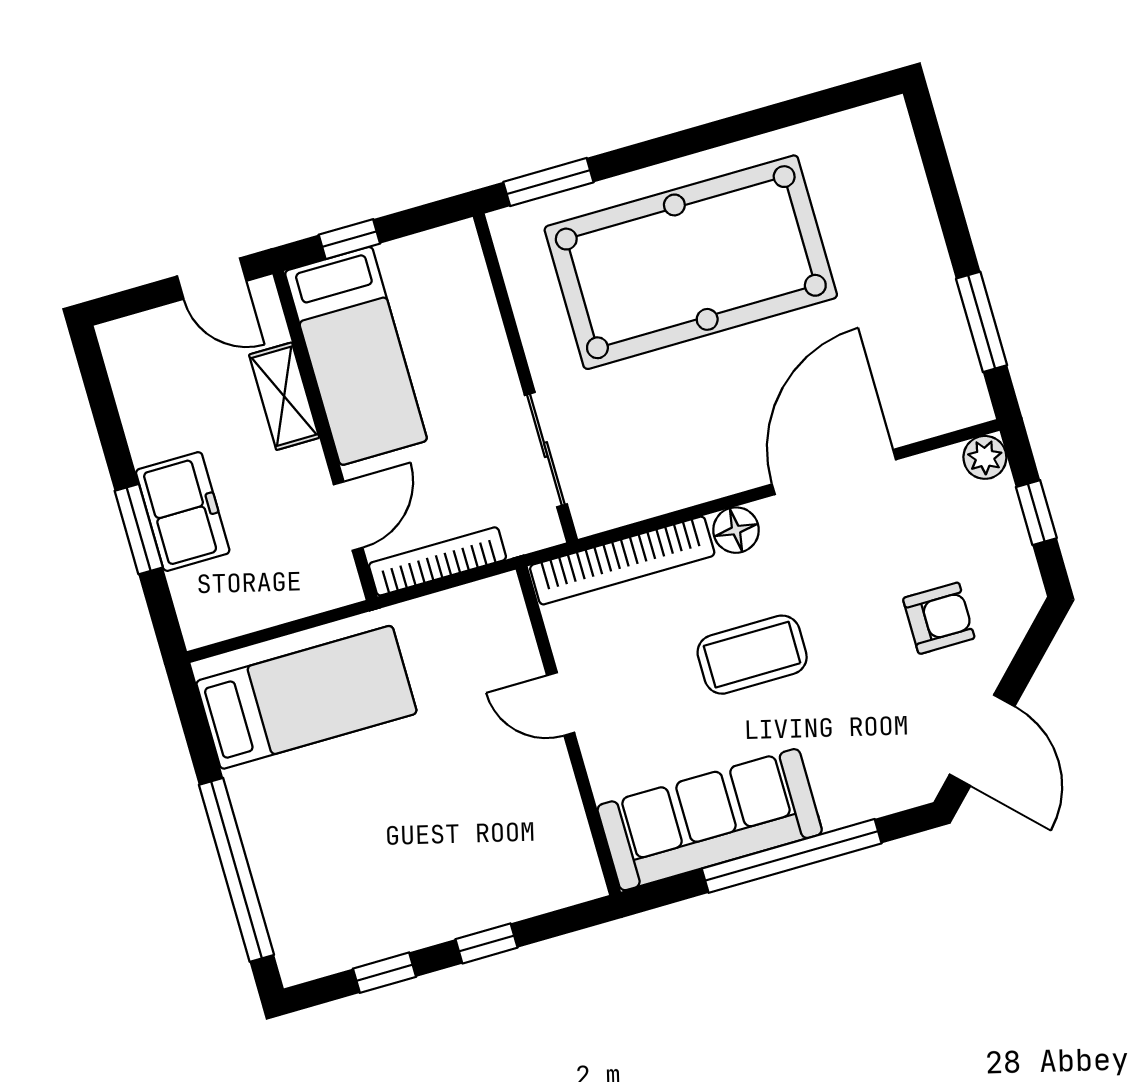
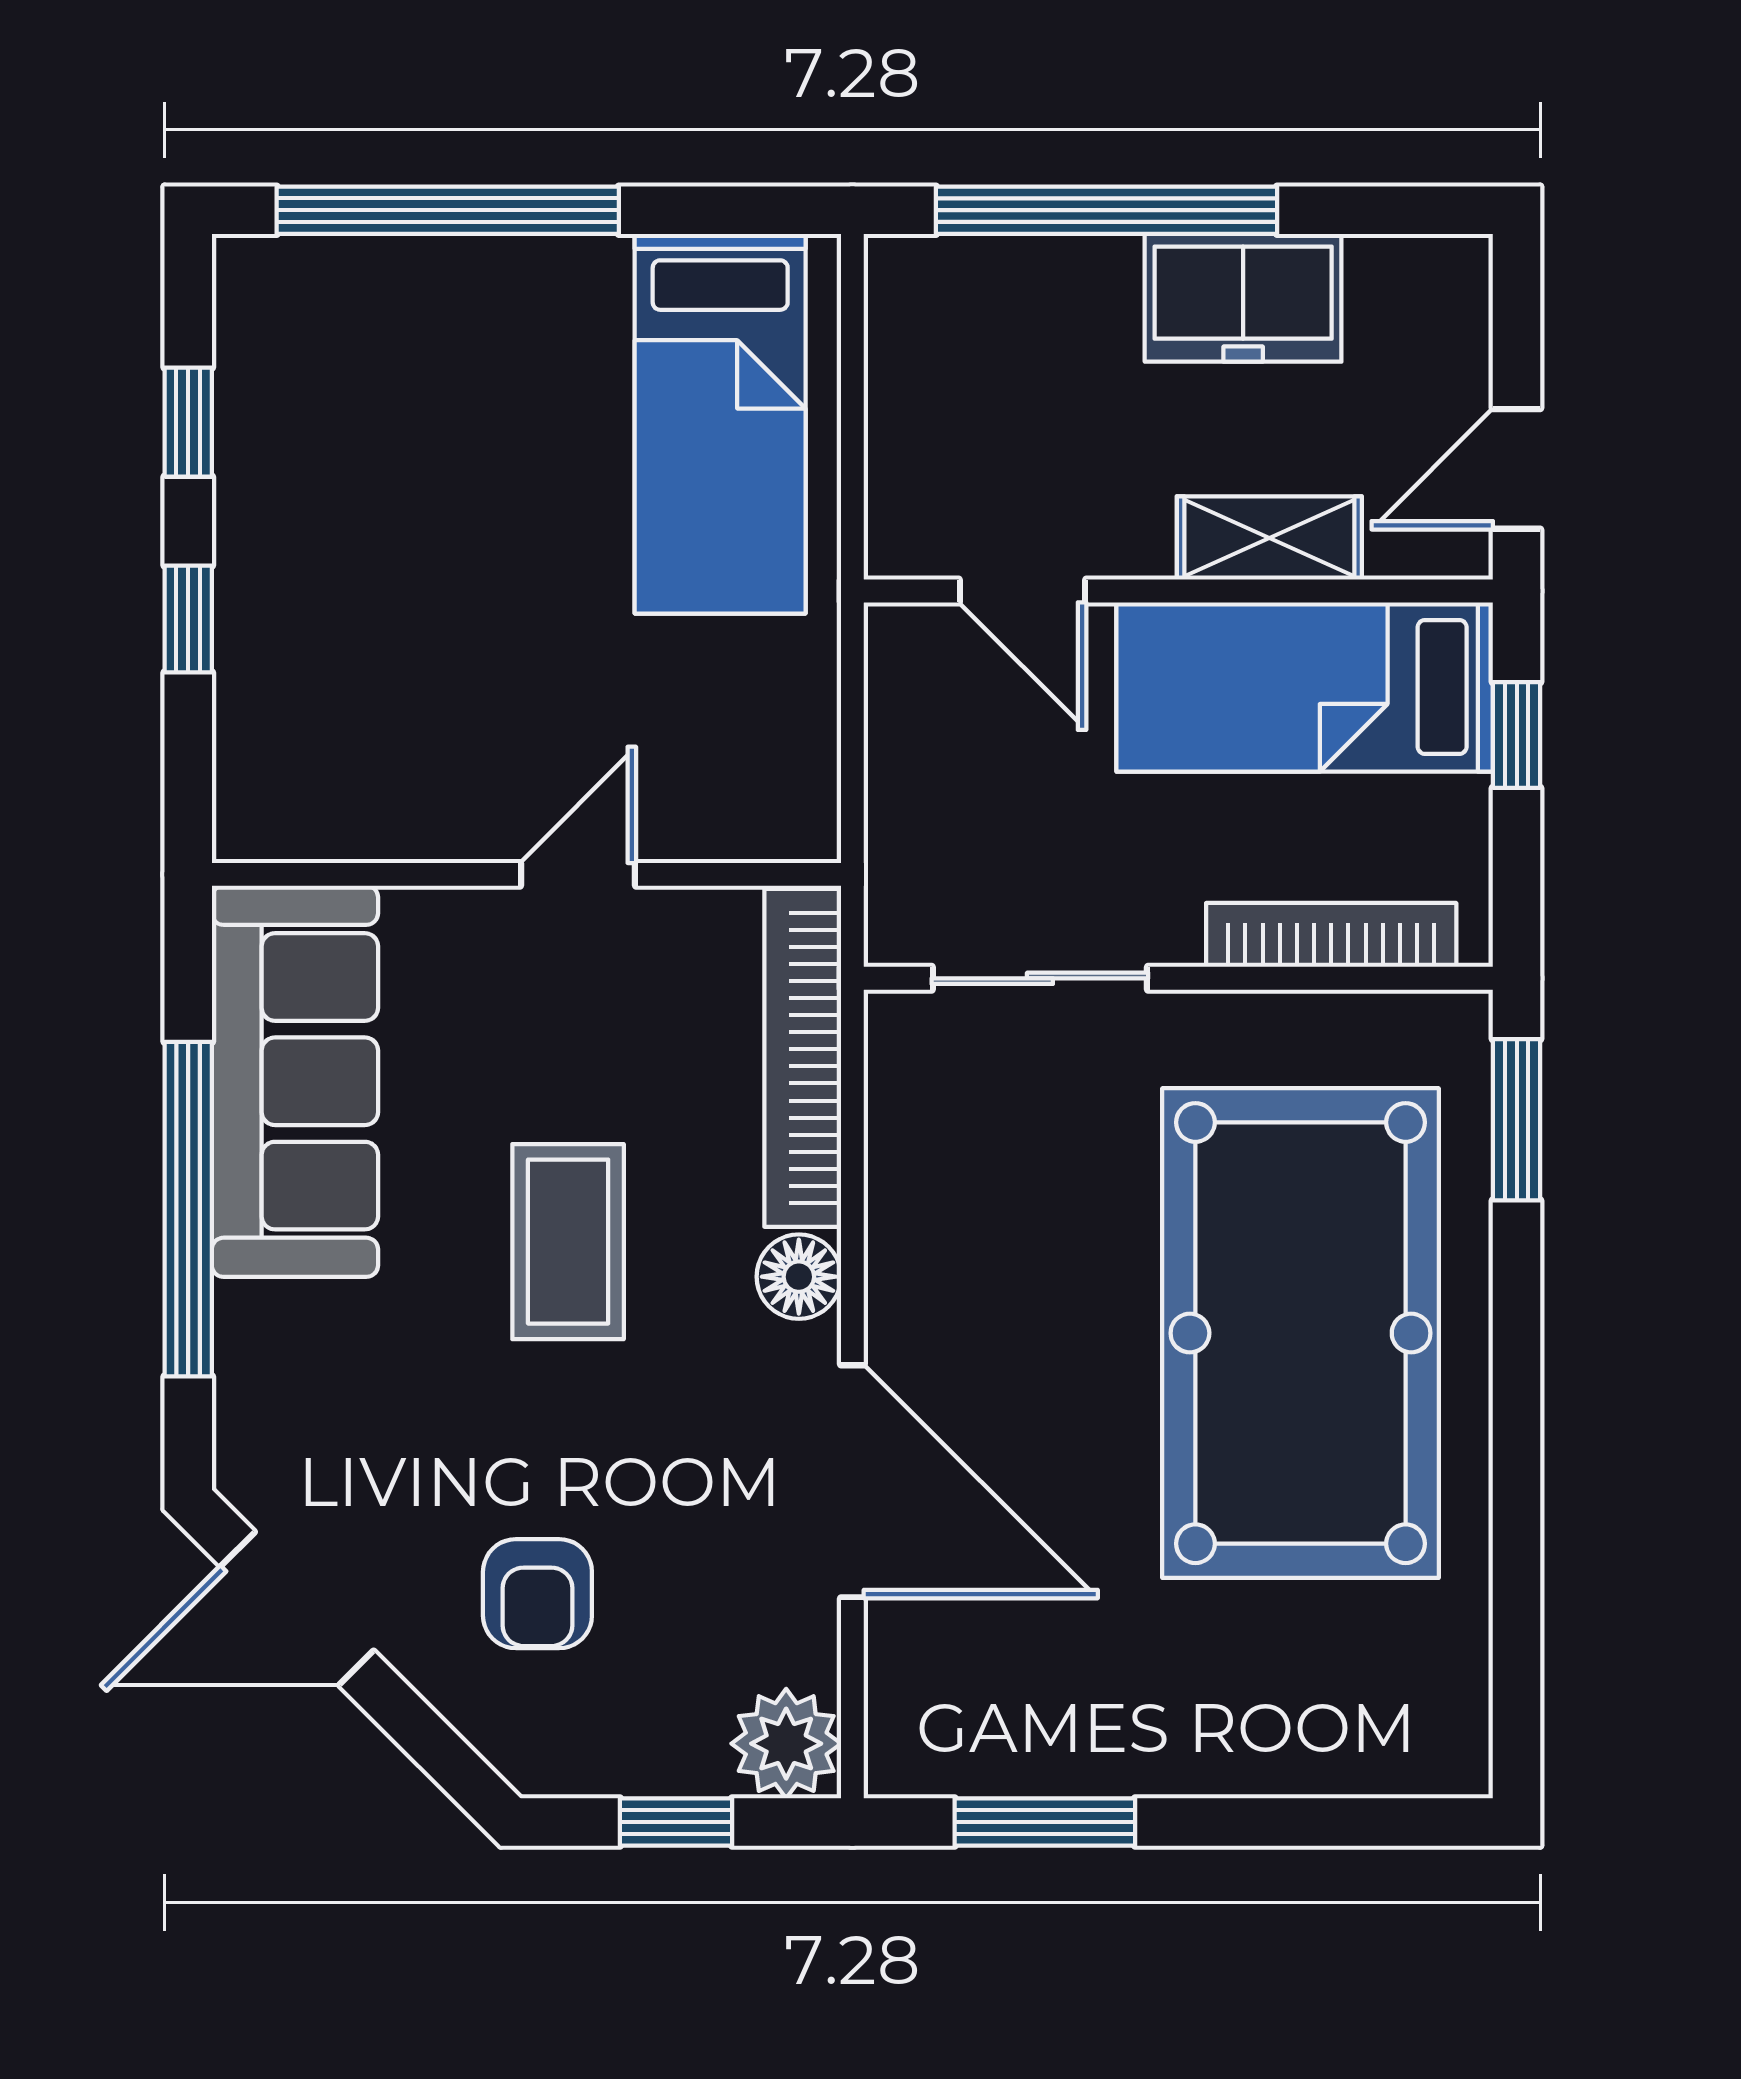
plant: (985, 457) -> (786, 1744), width x1.38, depth x1.38
freezer: (183, 512) -> (1243, 298), moved
window: (139, 529) -> (1107, 210), width x2.11
bookcase: (438, 561) -> (1331, 935), moved, turned -90

